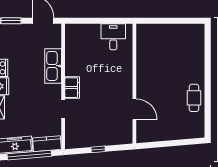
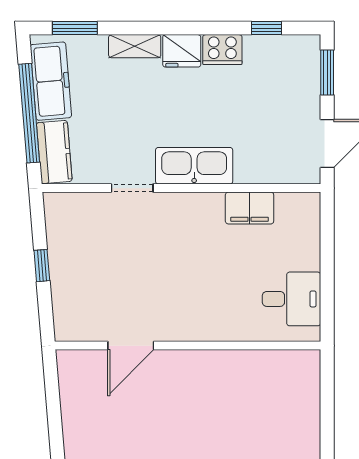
kitchen sink: (53, 66) -> (194, 166), moved
filing cabinet: (72, 88) -> (250, 208), moved

